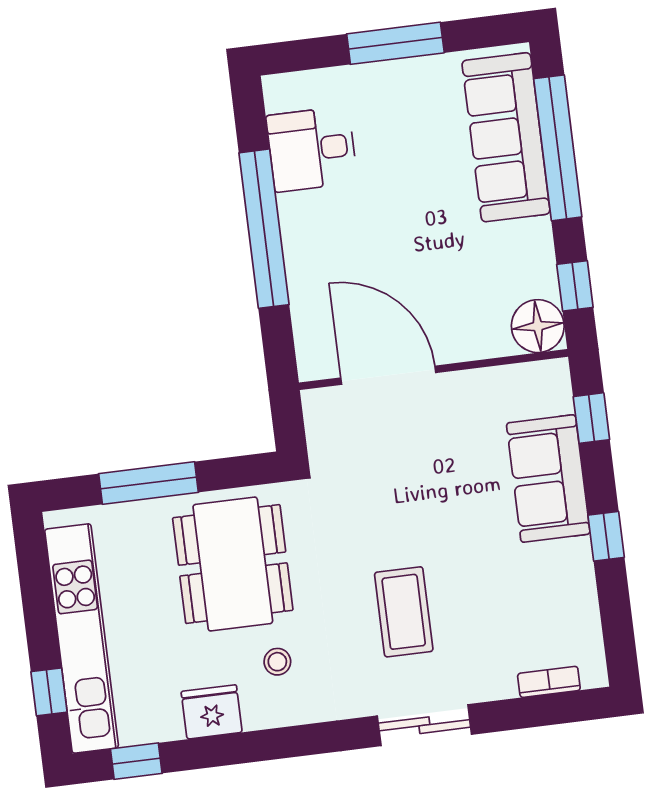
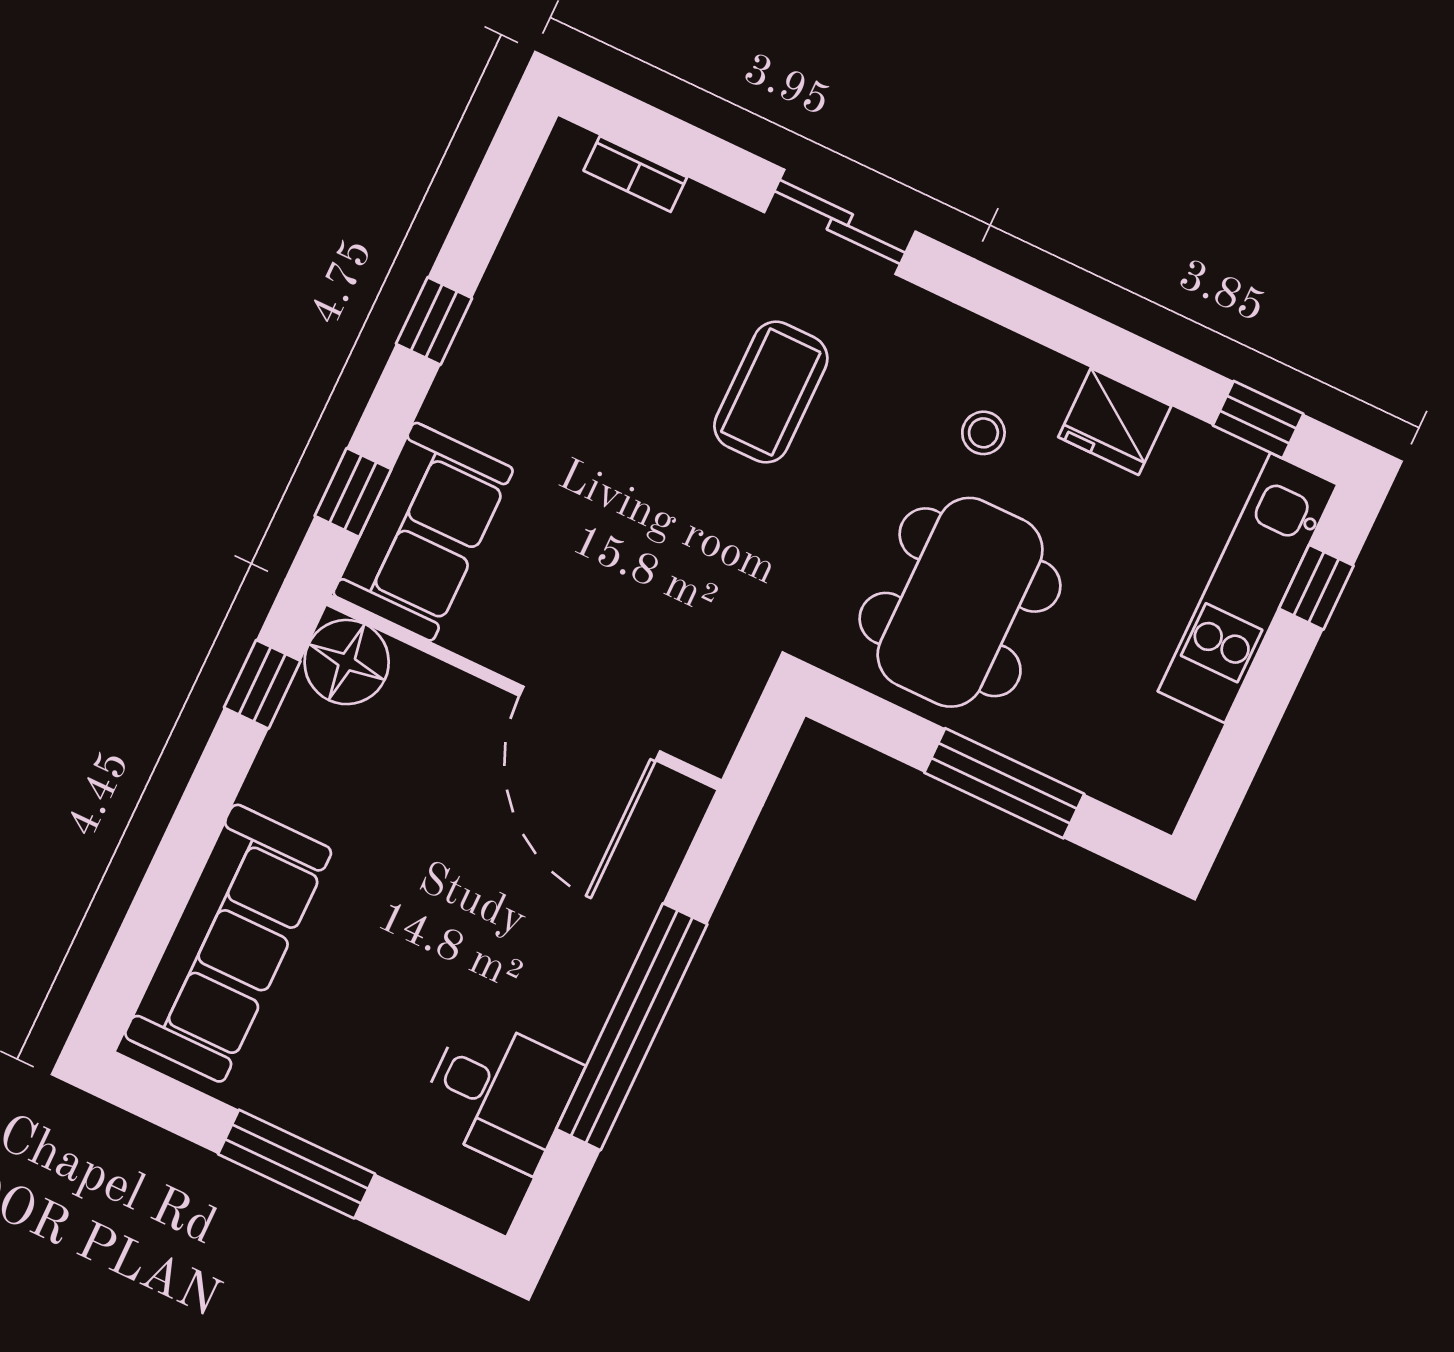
window: (558, 148) -> (168, 885), removed
sofa: (548, 478) -> (423, 532), moved
kitchen unit: (82, 639) -> (1248, 588), width x0.73

